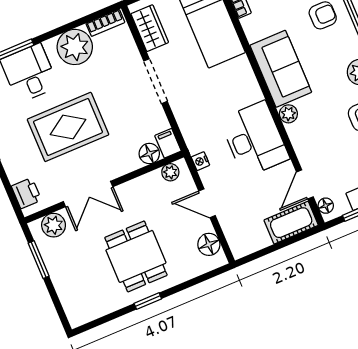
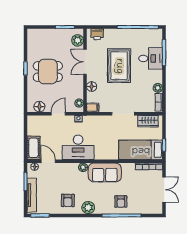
plant: (75, 47) -> (158, 88), width x0.53, depth x0.53
floor lamp: (149, 154) -> (92, 87), moved

